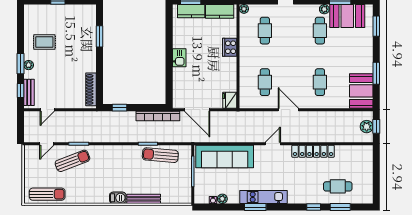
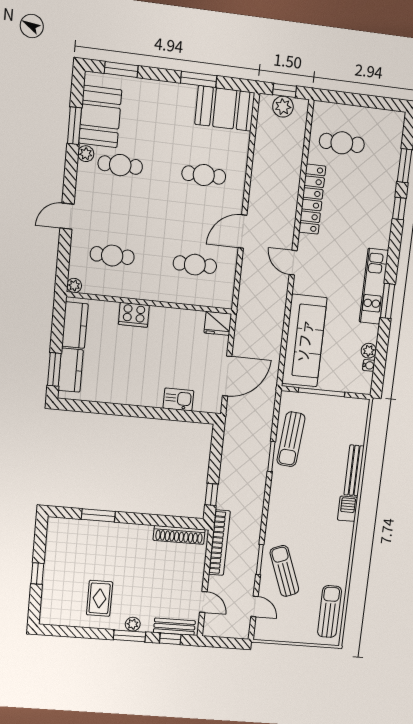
kitchen sink: (179, 58) -> (178, 399), moved
bookcase: (158, 116) -> (219, 543), moved
cafe table: (338, 186) -> (342, 143), moved, turned 90

